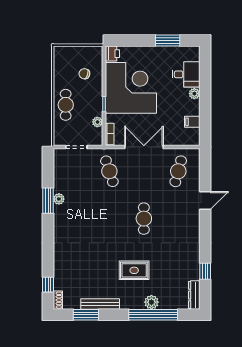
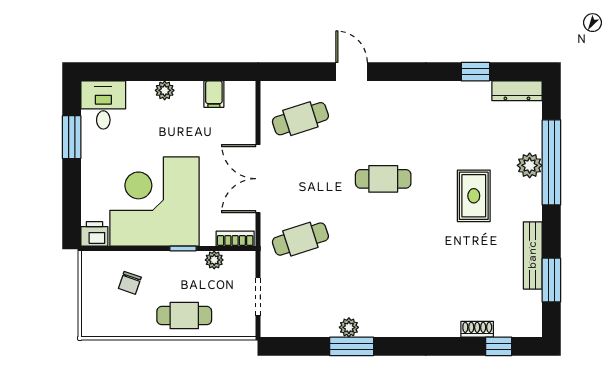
desk: (186, 74) -> (103, 105), moved
cafe table: (178, 171) -> (300, 119), turned -33
shoe rack: (58, 300) -> (477, 329), moved

